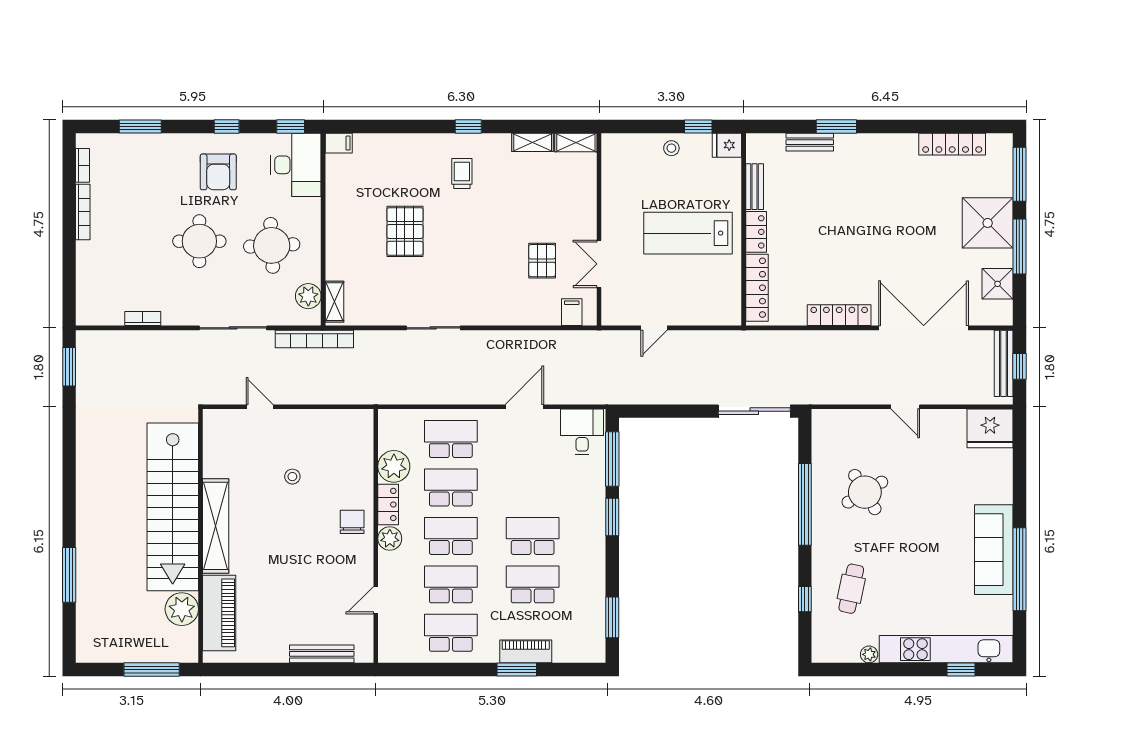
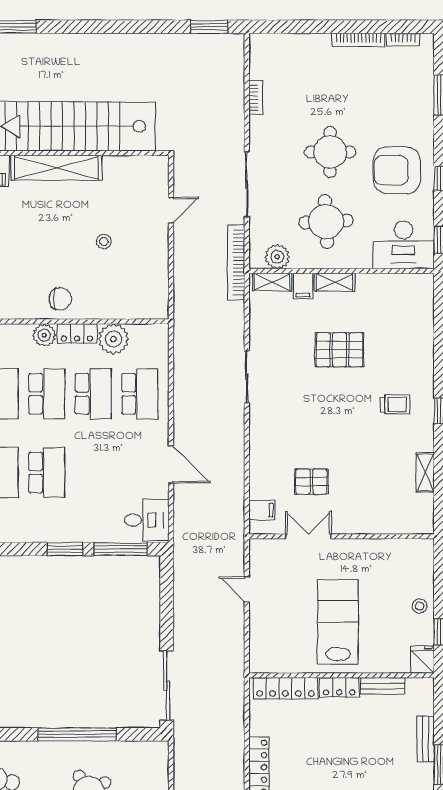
shelving: (576, 142) -> (334, 282), moved, turned 90
filing cabinet: (339, 143) -> (303, 286), moved
armchair: (218, 172) -> (397, 170), width x1.36, depth x1.36

